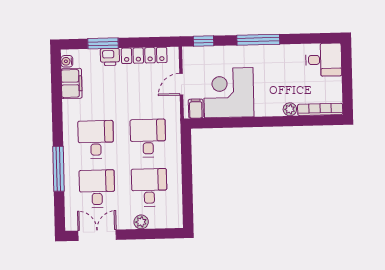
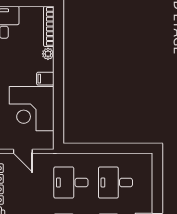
filing cabinet: (196, 109) -> (45, 79), moved
plant: (141, 222) -> (146, 191), removed

